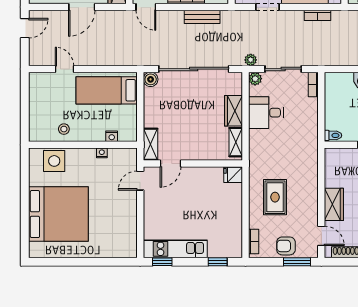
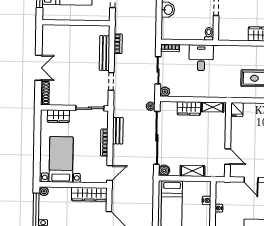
plant: (251, 60) -> (151, 106), moved
desk: (266, 113) -> (201, 58), moved, turned 180
shelving: (151, 144) -> (192, 171), moved
door: (140, 181) -> (251, 180), moved

